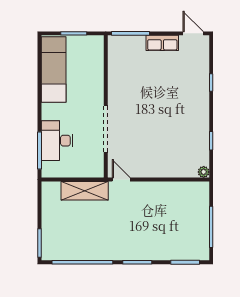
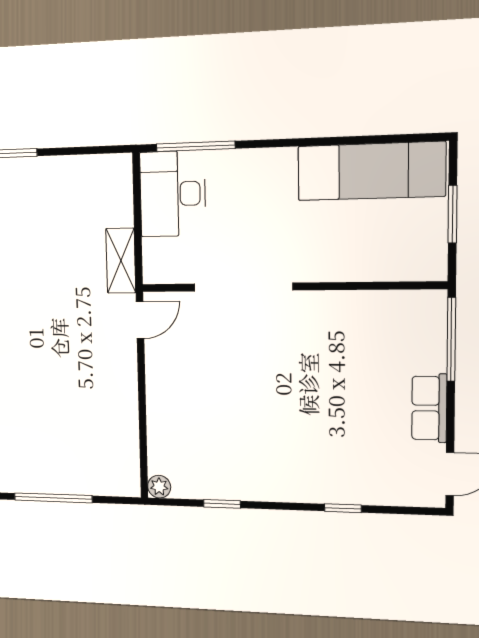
desk: (57, 141) -> (173, 194), moved, turned -90
shelving: (85, 191) -> (121, 261), width x0.67, depth x0.75

